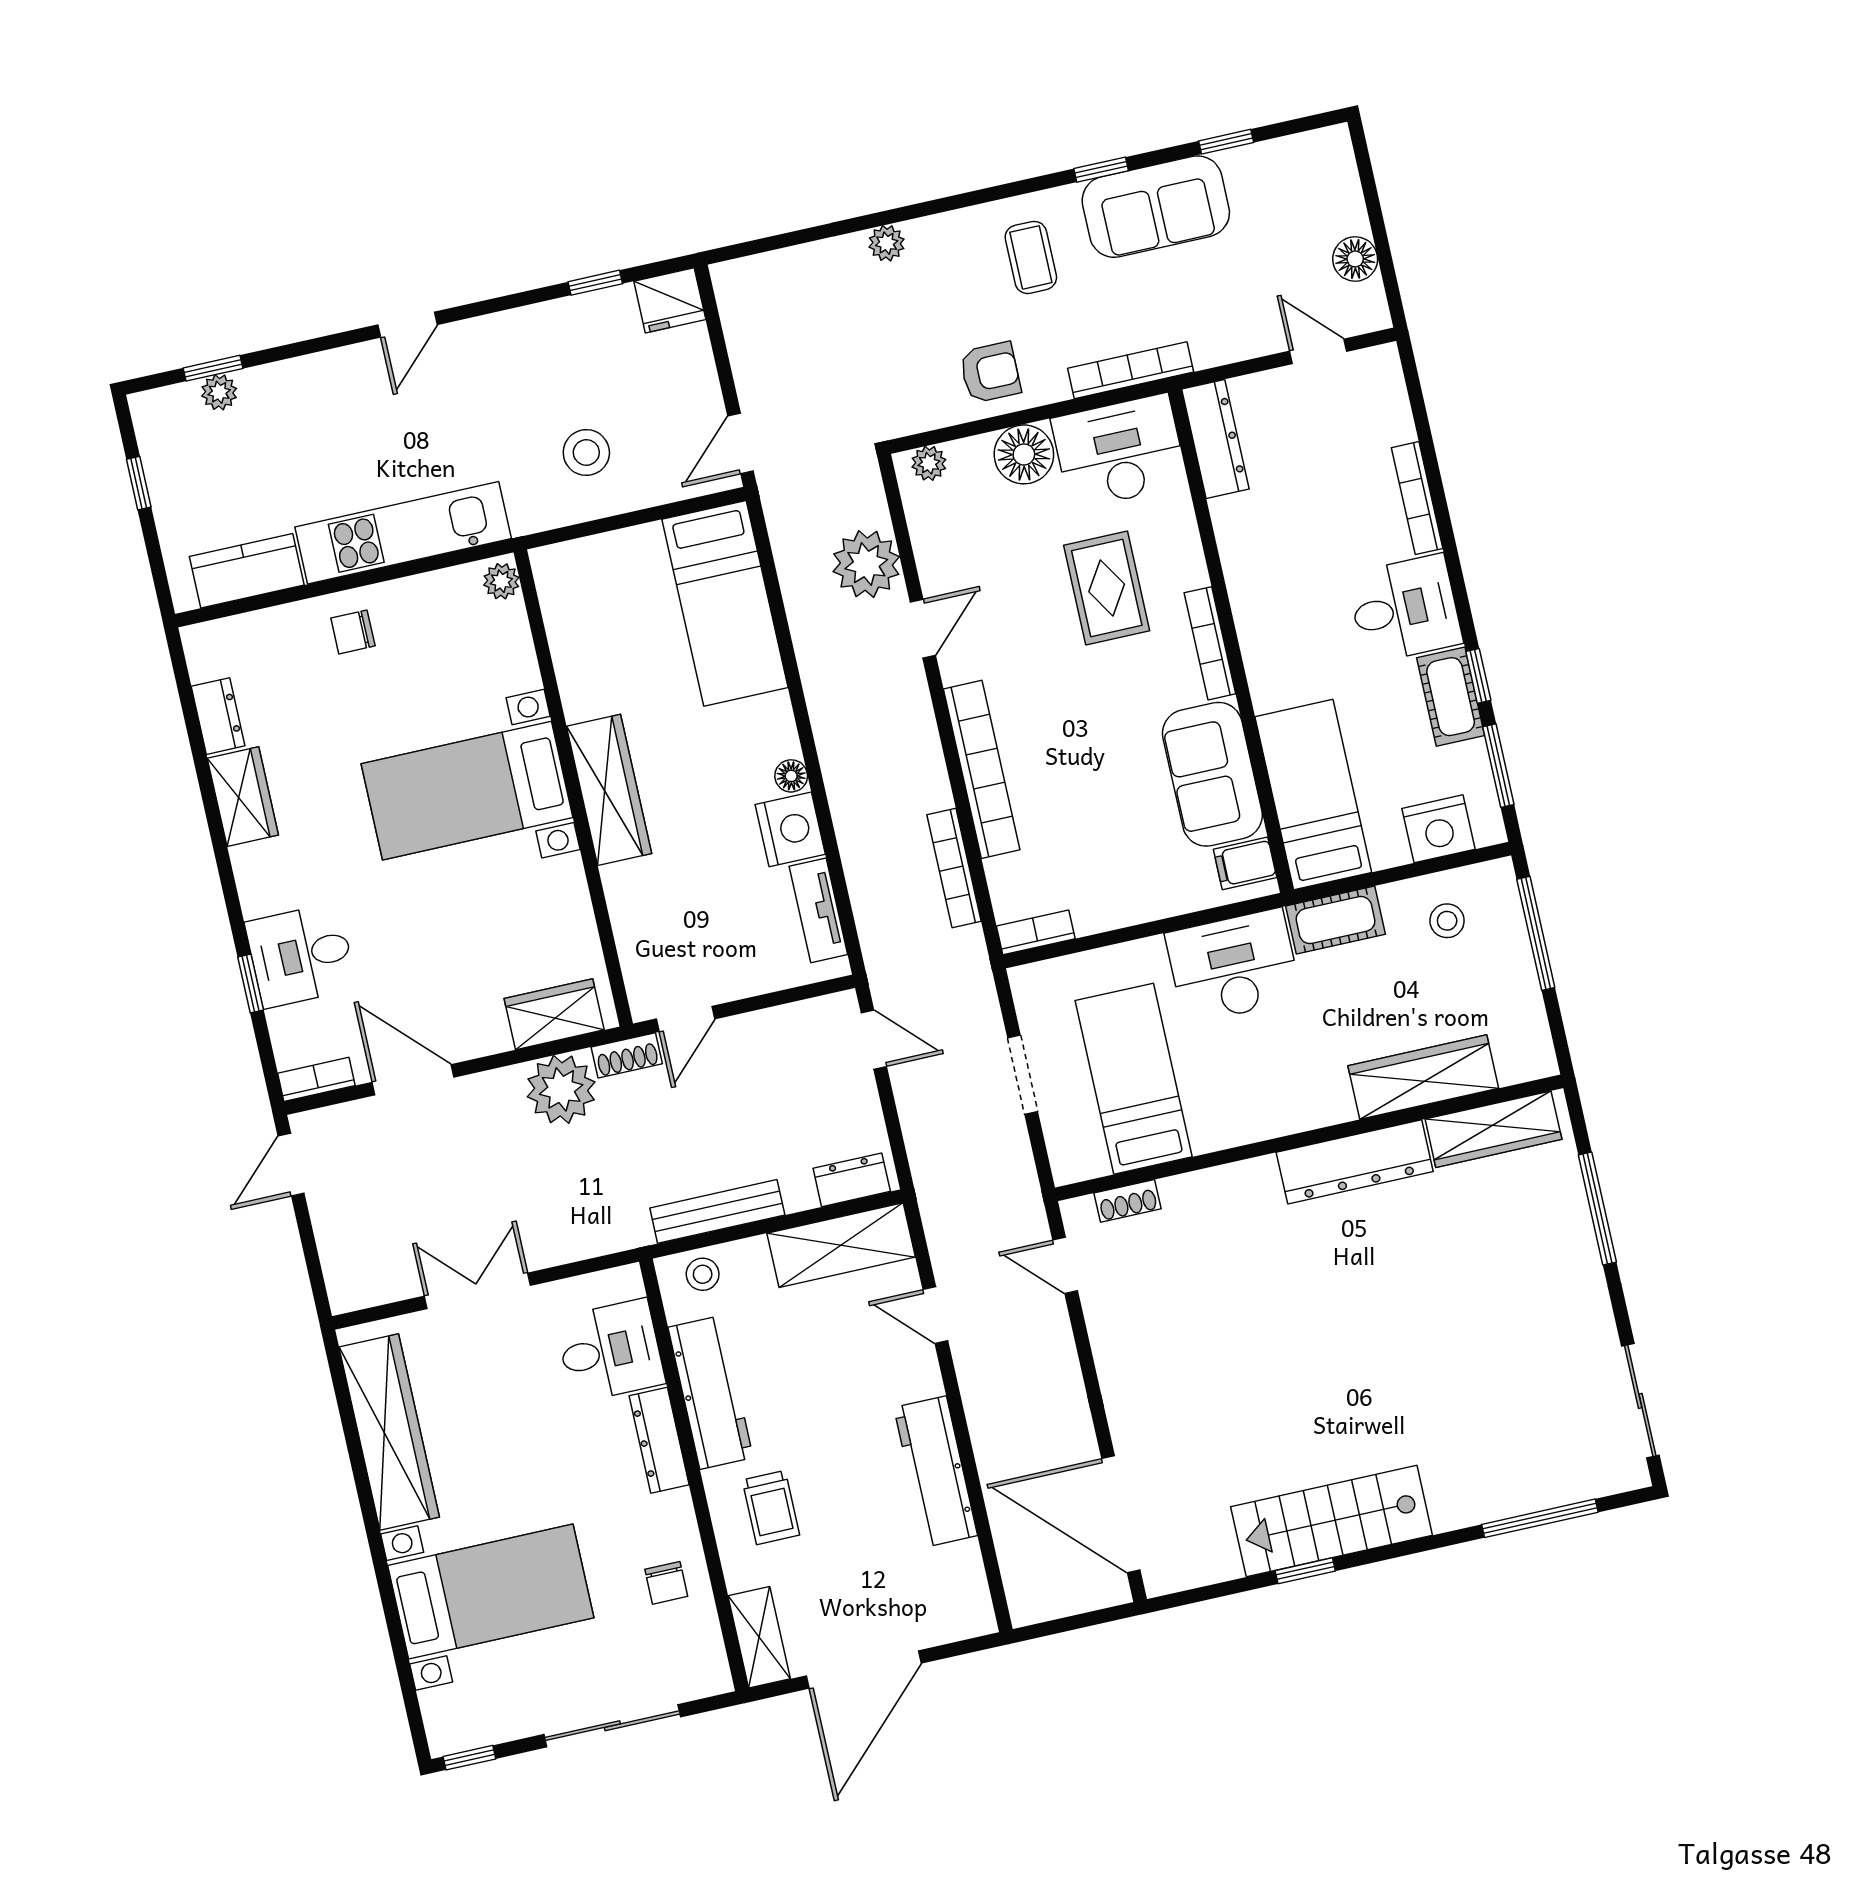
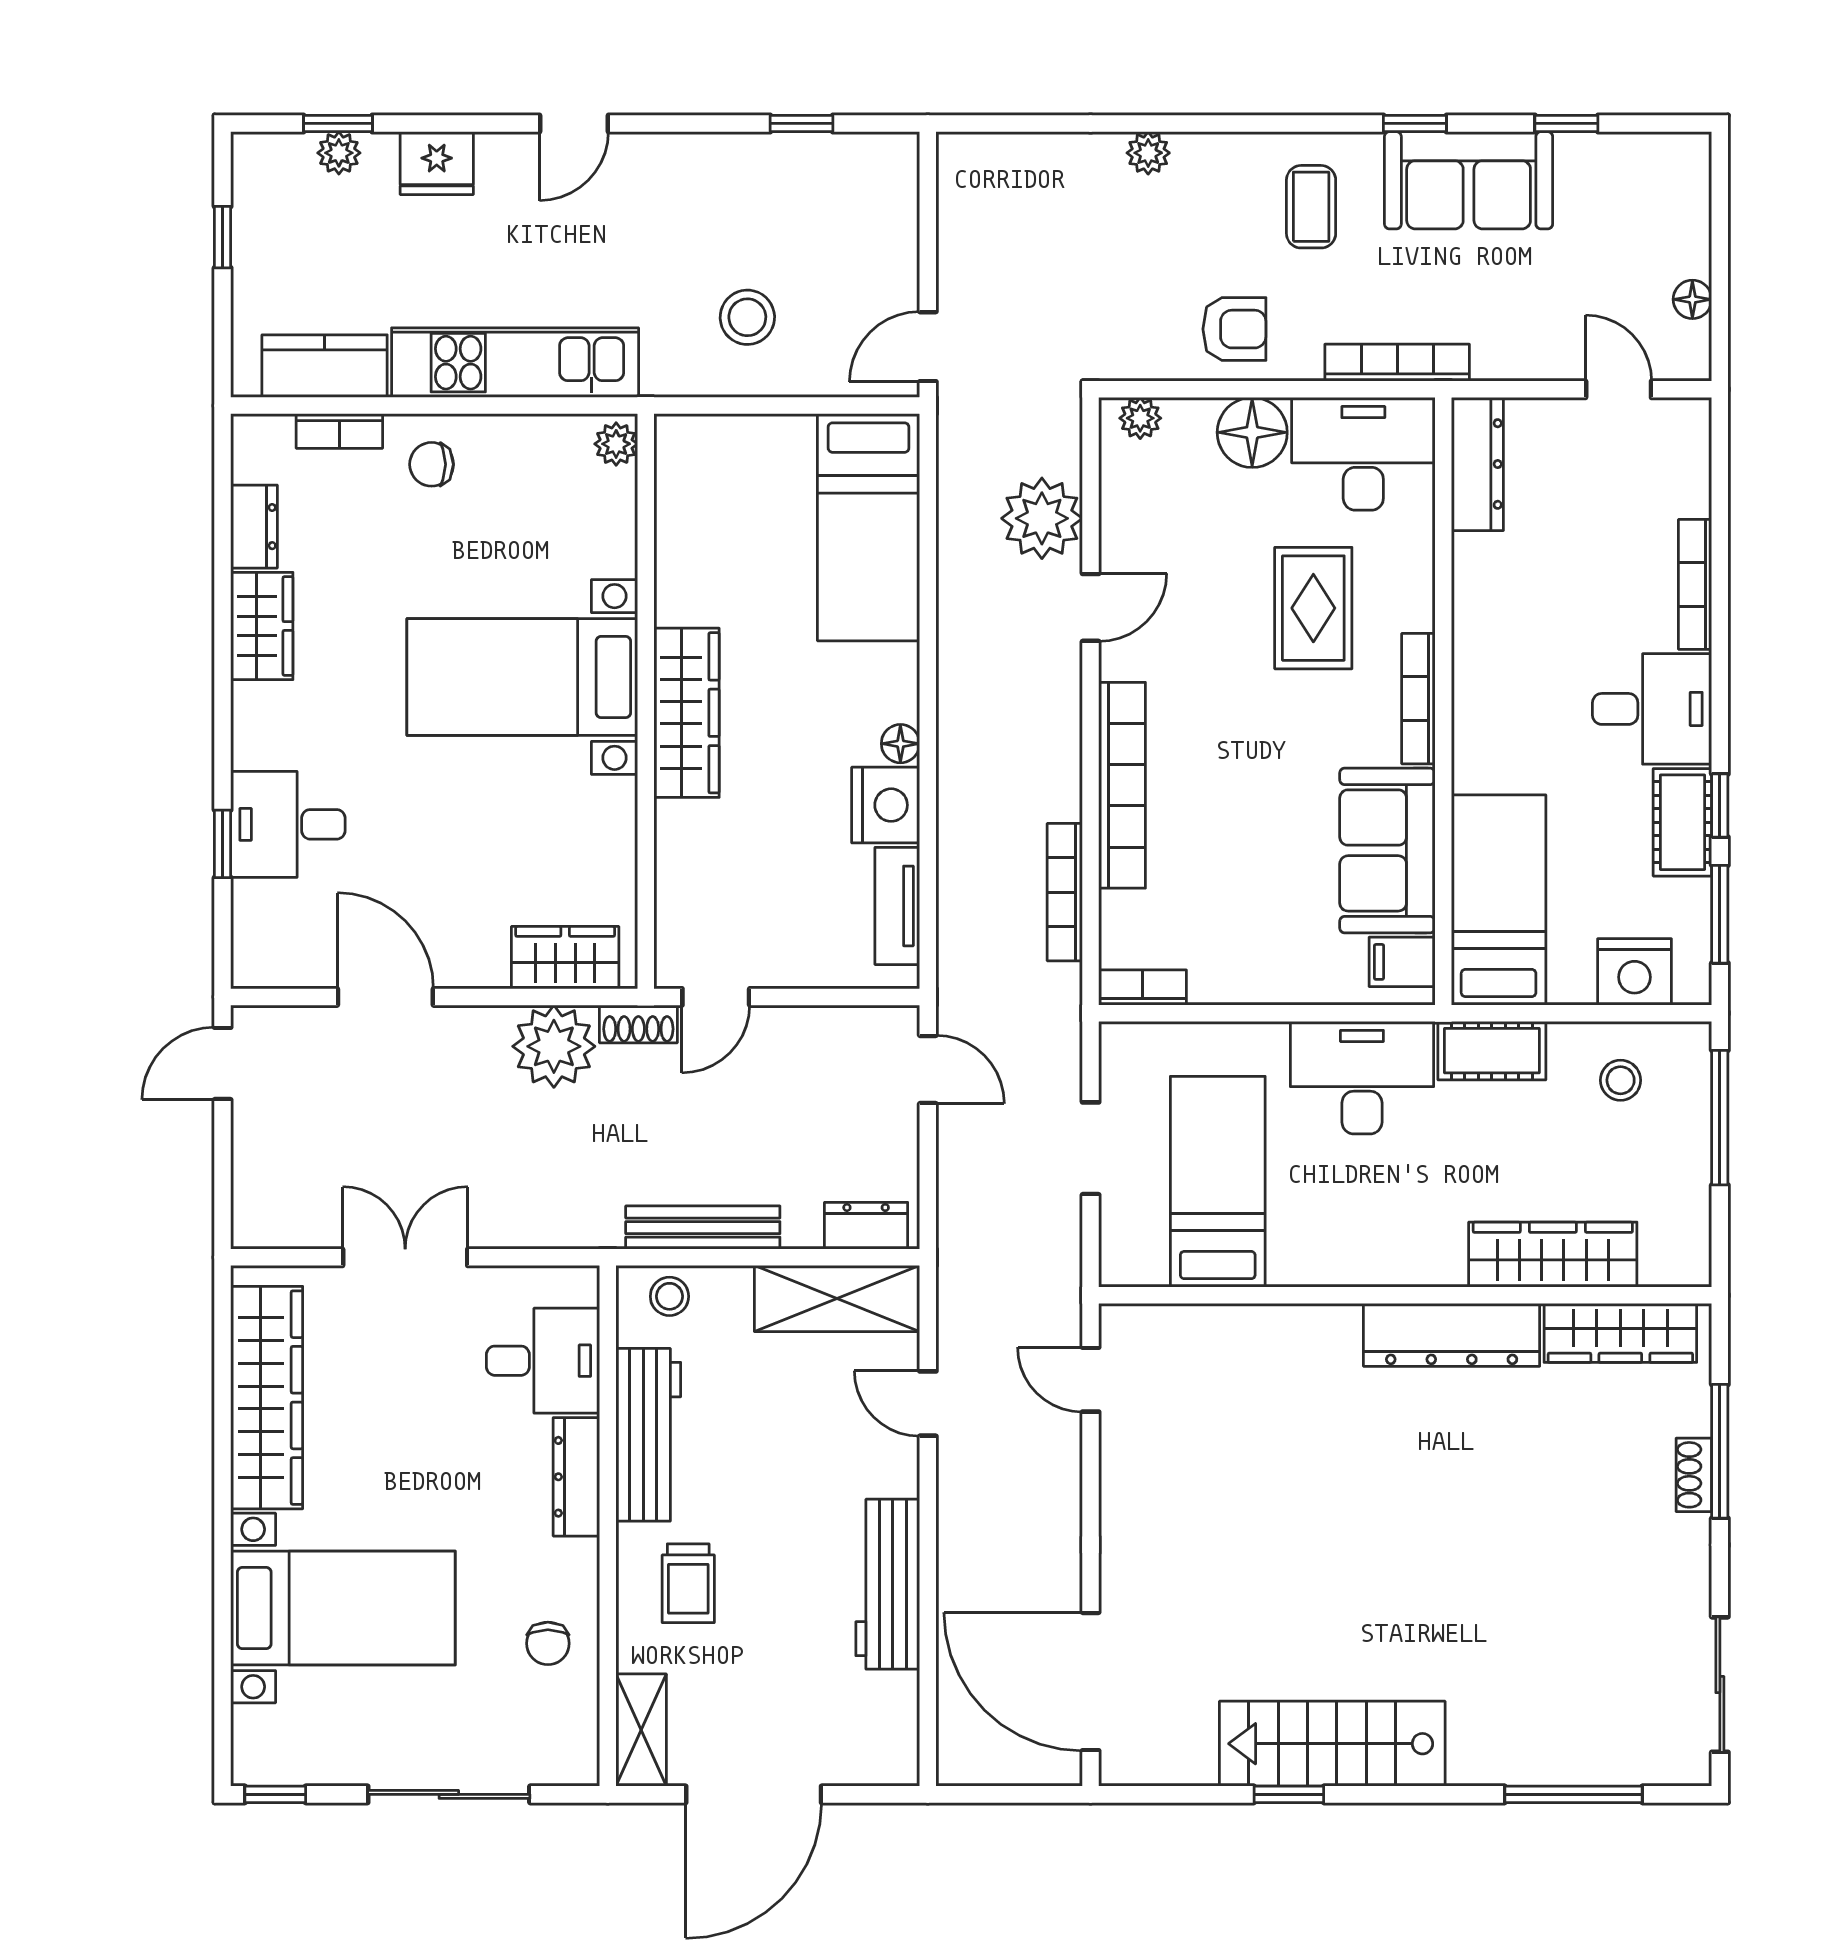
floor lamp: (1355, 259) -> (1692, 299), width x0.73, depth x0.73
fridge: (670, 300) -> (437, 163), moved
bookcase: (316, 1079) -> (339, 431), moved, turned 180
shoe rack: (1127, 1201) -> (1694, 1475), moved, turned 90

